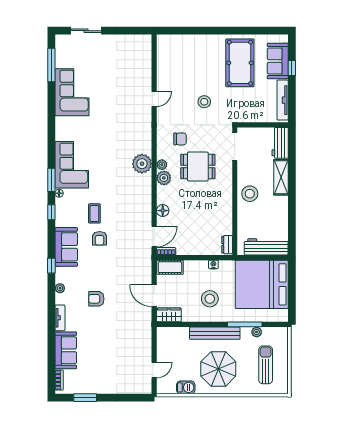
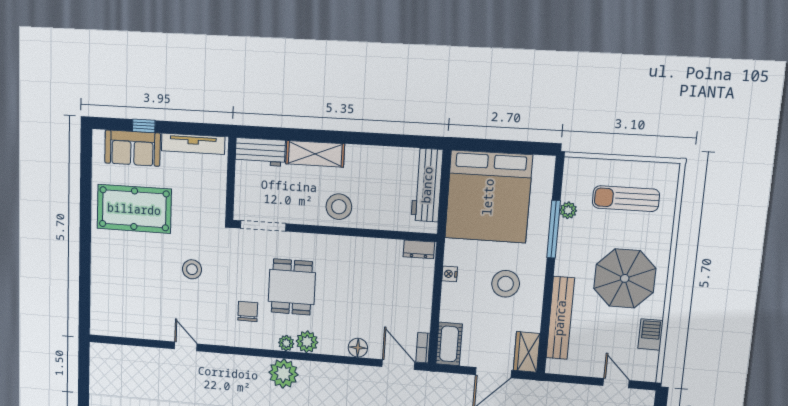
bench: (215, 333) -> (560, 318), moved

